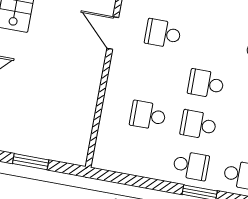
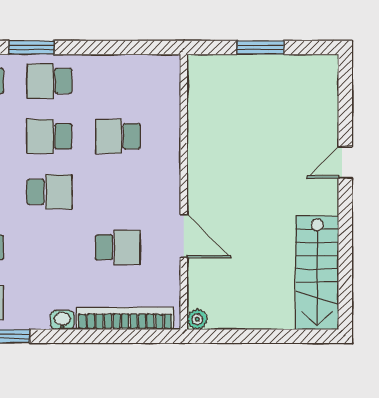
school desk: (148, 115) -> (118, 136), turned 180
school desk: (198, 125) -> (49, 136), turned 180

